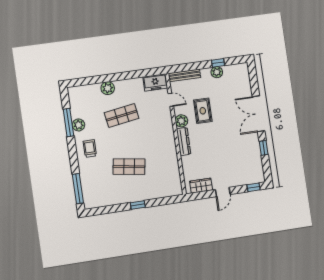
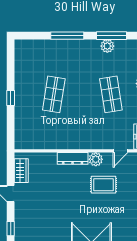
trolley: (90, 148) -> (80, 55), removed
window: (78, 189) -> (67, 36), moved

